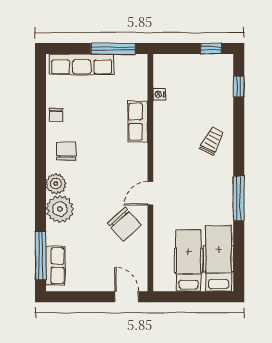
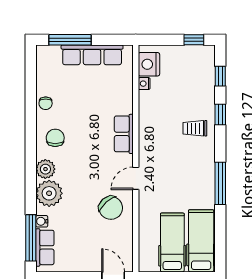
window: (113, 49) -> (70, 40), moved
row of seats: (82, 64) -> (92, 55), moved
nightstand: (164, 74) -> (149, 64), added
row of seats: (138, 122) -> (124, 134), moved
window: (239, 127) -> (220, 114), added
trolley: (212, 141) -> (195, 128), turned -117
water cooler: (52, 238) -> (42, 221), added

